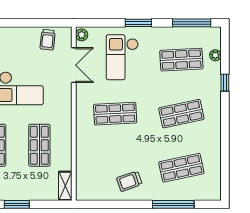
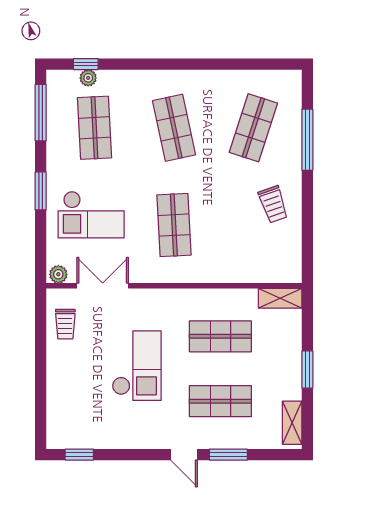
trolley: (48, 40) -> (65, 324), turned 84
window: (225, 83) -> (86, 64), moved
shop shelf: (181, 168) -> (253, 128), turned 30

